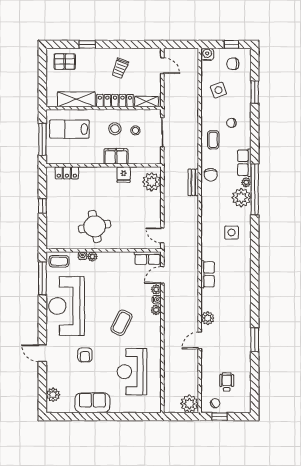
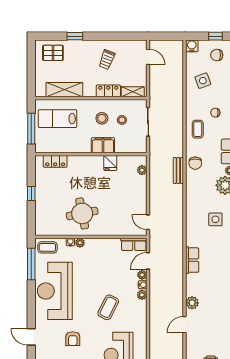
locker: (115, 101) -> (108, 91), width x0.66
plant: (152, 182) -> (142, 170), width x0.53, depth x0.53

